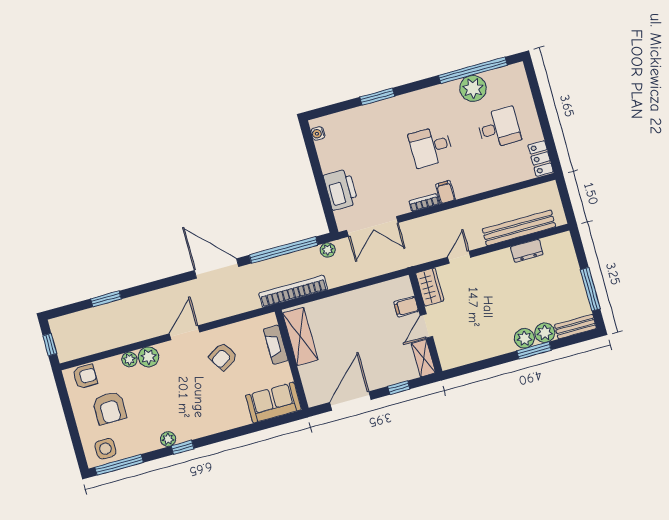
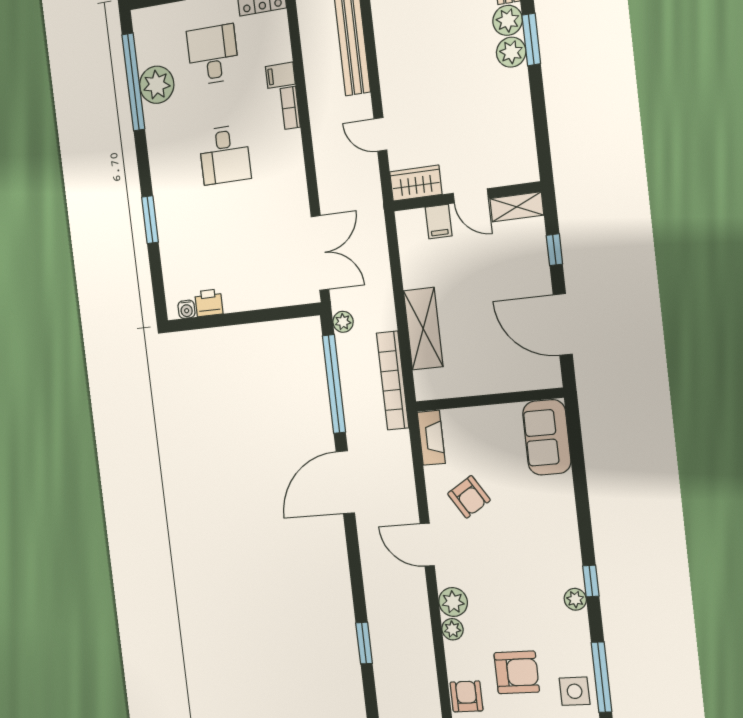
printer: (341, 190) -> (209, 303), moved, width x0.53, depth x0.68
filing cabinet: (445, 192) -> (280, 75), moved
bookcase: (424, 203) -> (290, 108), moved
dresser: (527, 251) -> (386, 34), removed
shelving: (300, 336) -> (423, 329), moved, turned 90
fireplace: (276, 345) -> (431, 438), moved, turned -90

